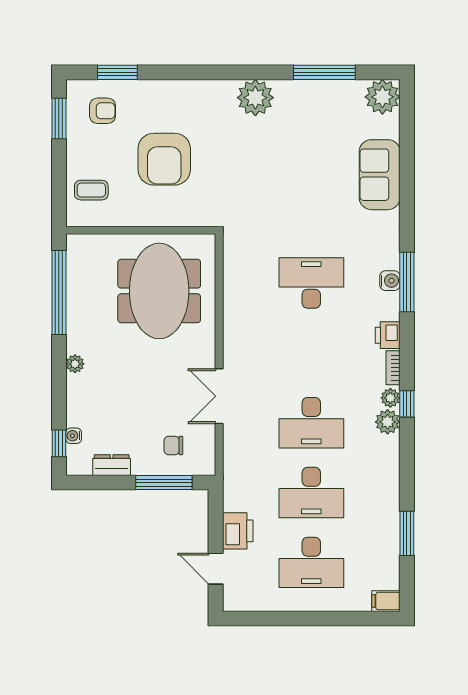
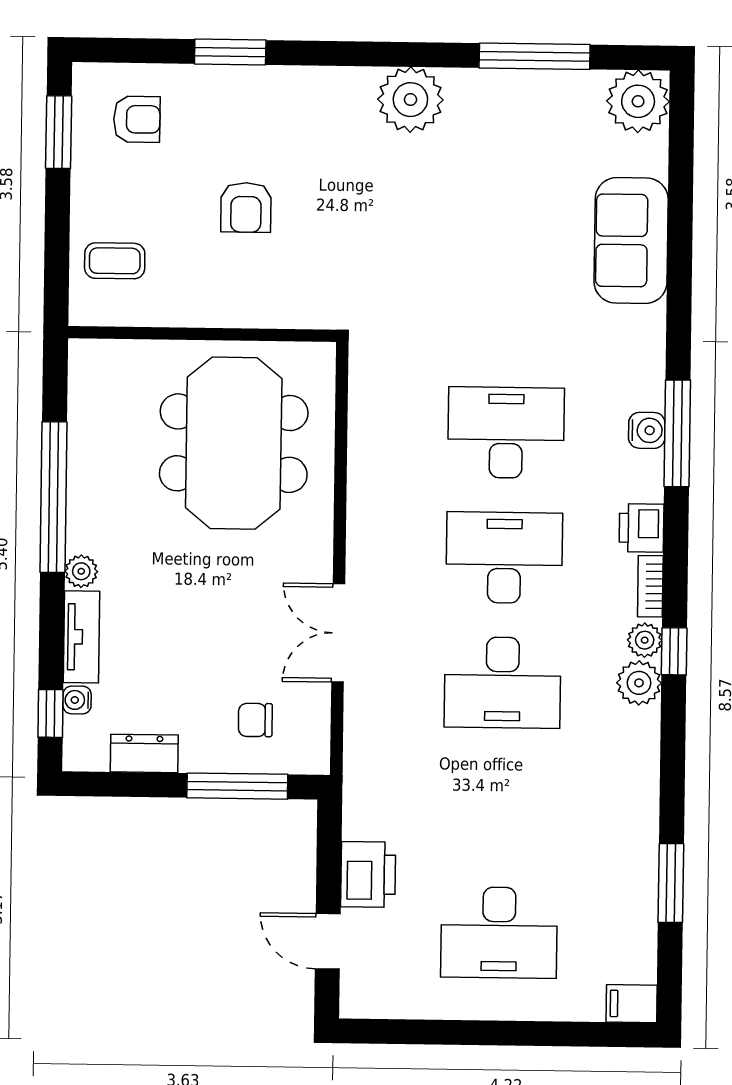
window: (117, 72) -> (230, 52), moved
armchair: (164, 159) -> (246, 207), width x0.53, depth x0.53
window: (59, 293) -> (54, 497), moved
tv unit: (76, 400) -> (81, 637), added
desk: (311, 493) -> (504, 558), moved, turned 180

